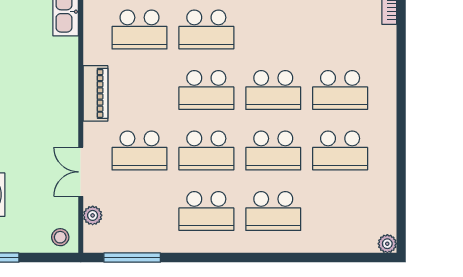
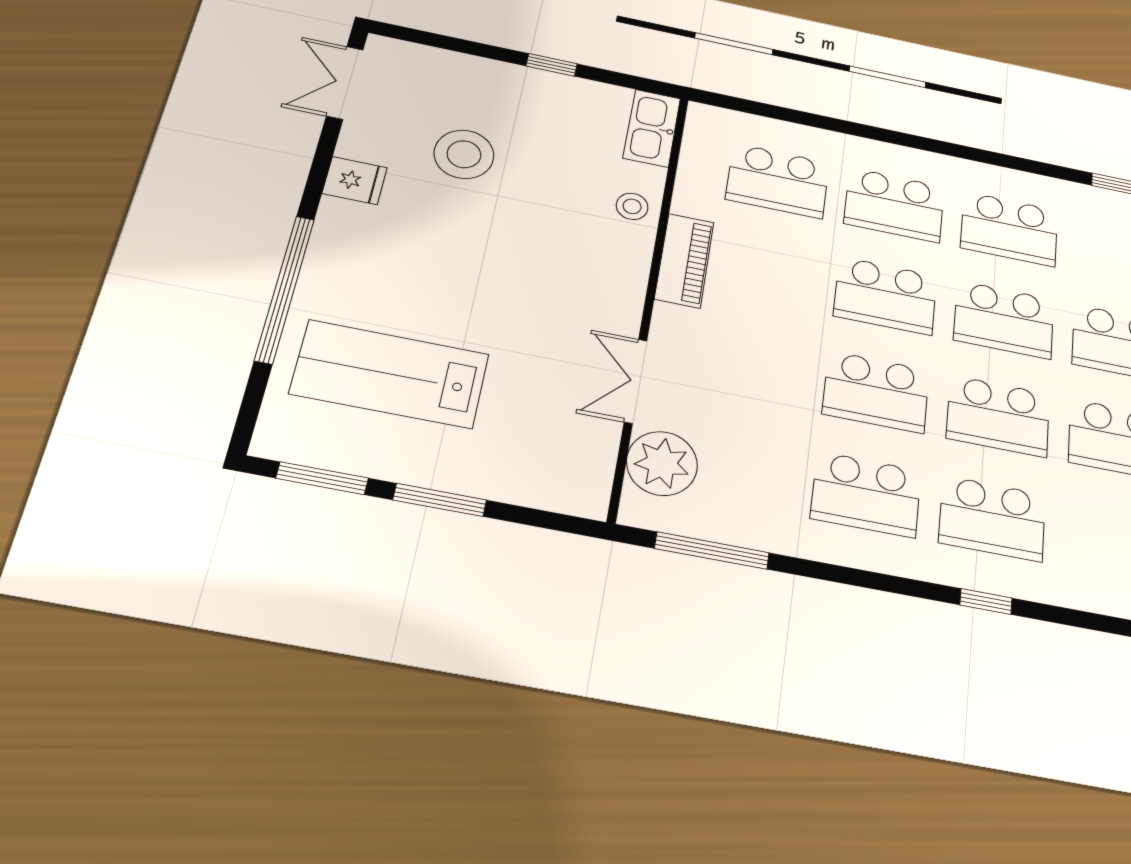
school desk: (139, 151) -> (1009, 229), moved
plant: (93, 215) -> (662, 463), width x1.87, depth x1.87
stool: (60, 237) -> (632, 206), moved
window: (273, 258) -> (986, 602), added

